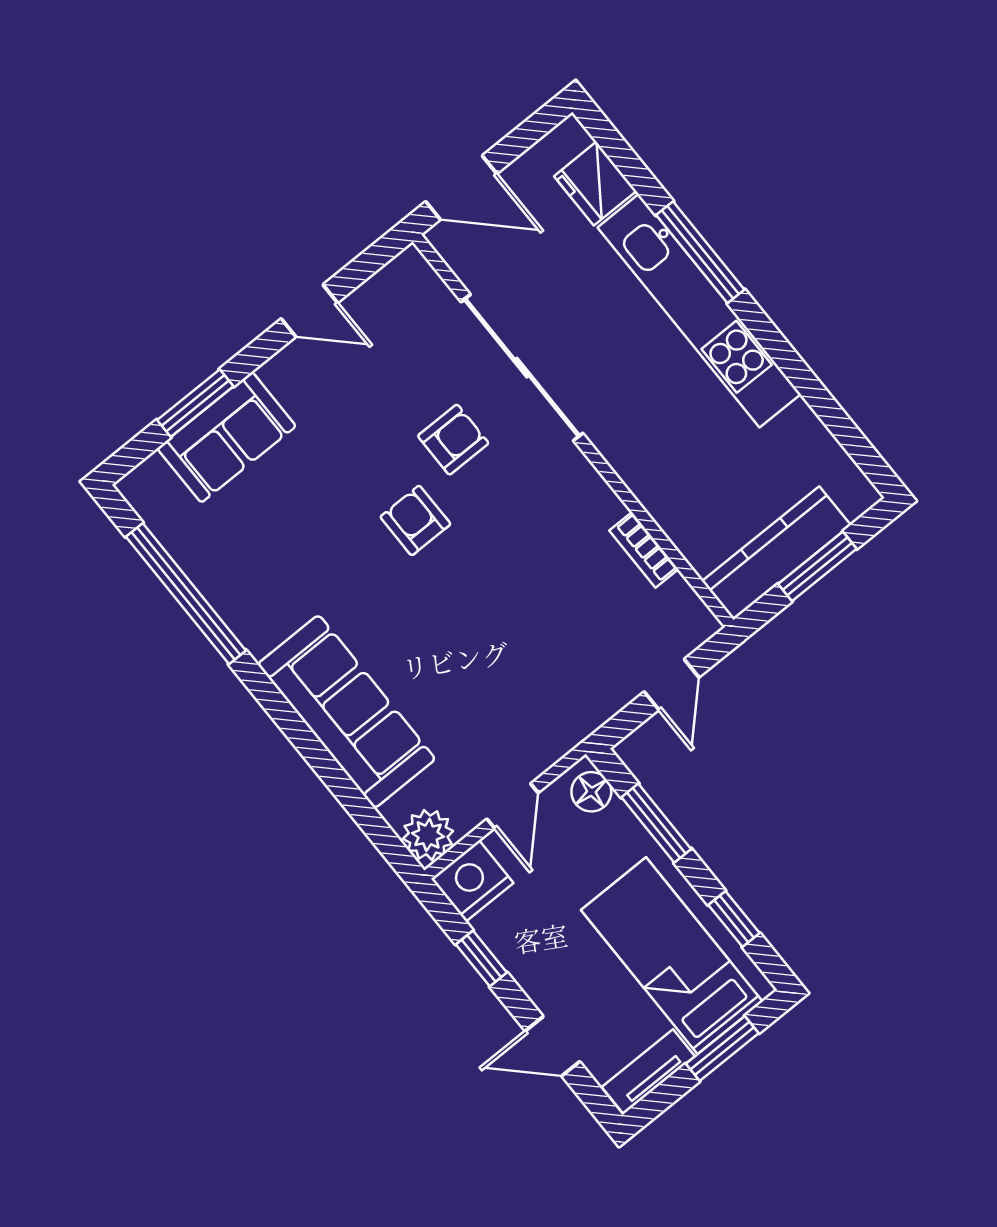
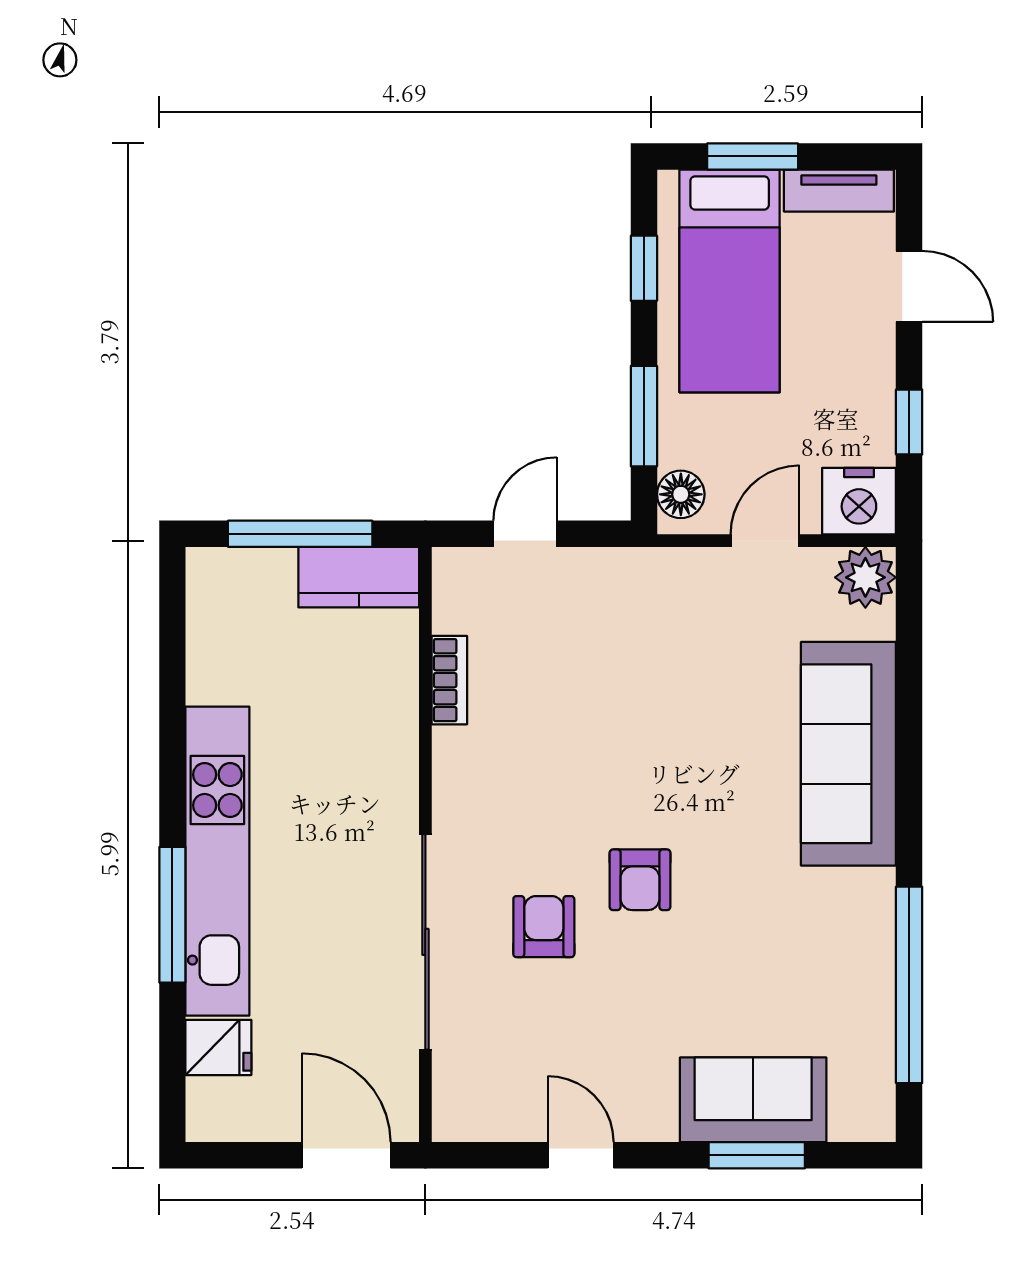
fridge: (595, 184) -> (218, 1047), width x0.72
armchair: (453, 440) -> (544, 927), turned 90
kitchen counter: (776, 553) -> (359, 577), width x0.67
window: (817, 566) -> (300, 534), width x1.44

